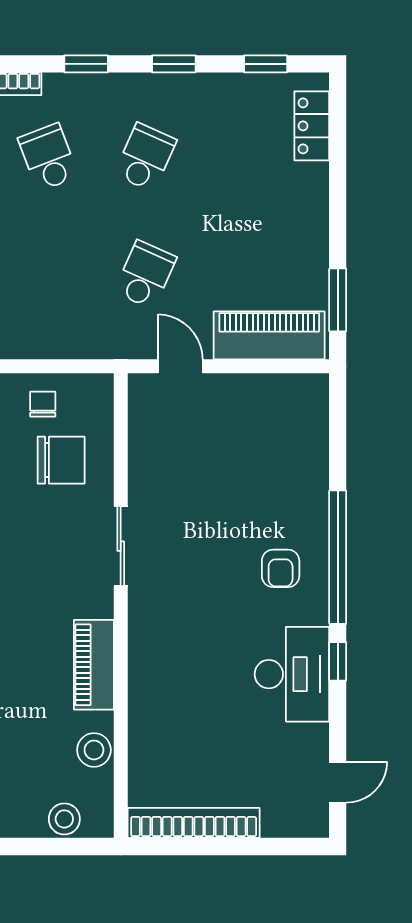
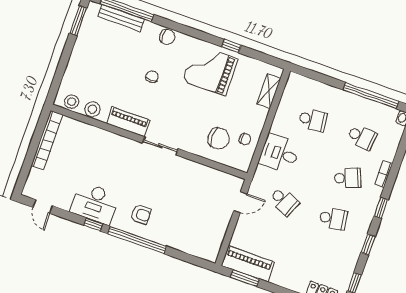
school desk: (145, 157) -> (333, 219), turned -33
desk: (48, 320) -> (280, 154), added
piano: (269, 335) -> (248, 264), moved, turned -90
chair: (61, 460) -> (219, 138), turned -90
sliding door: (121, 546) -> (160, 146), moved
armchair: (281, 568) -> (141, 214), turned 180
stool: (64, 819) -> (72, 102), moved

